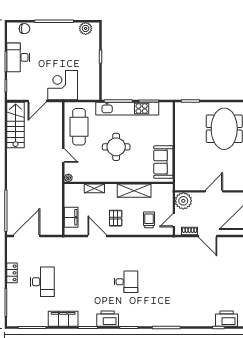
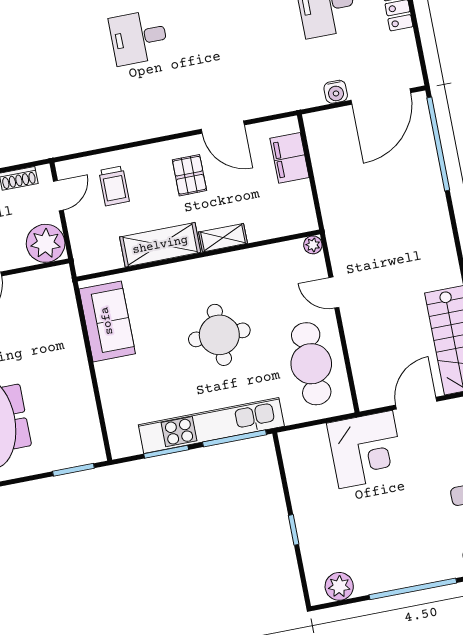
shelving: (94, 188) -> (223, 238), moved
water cooler: (46, 242) -> (336, 92), added

